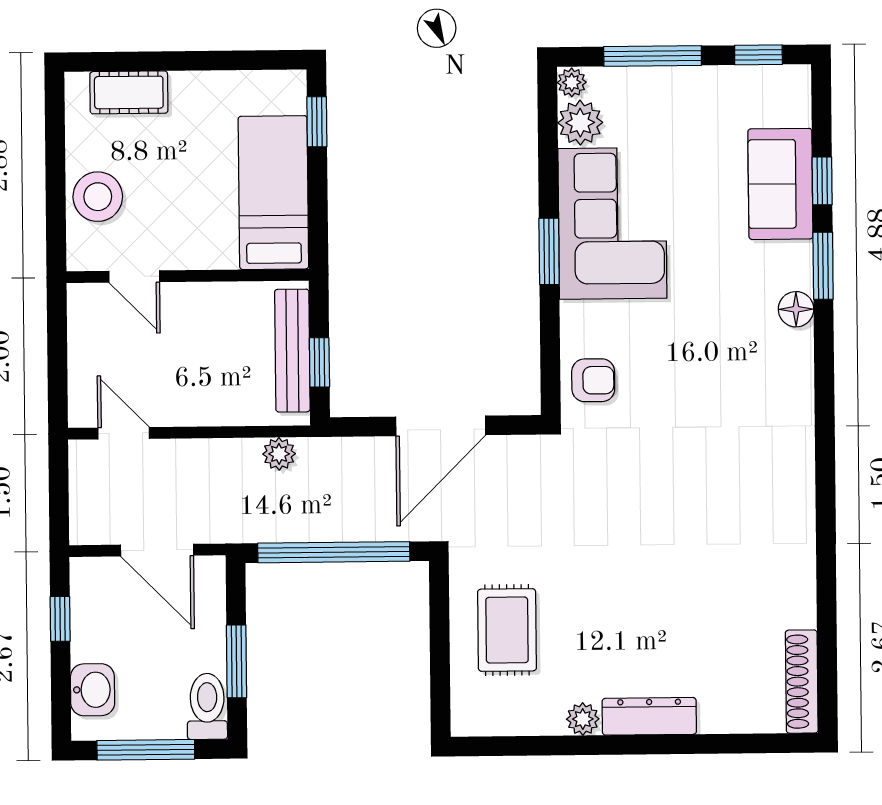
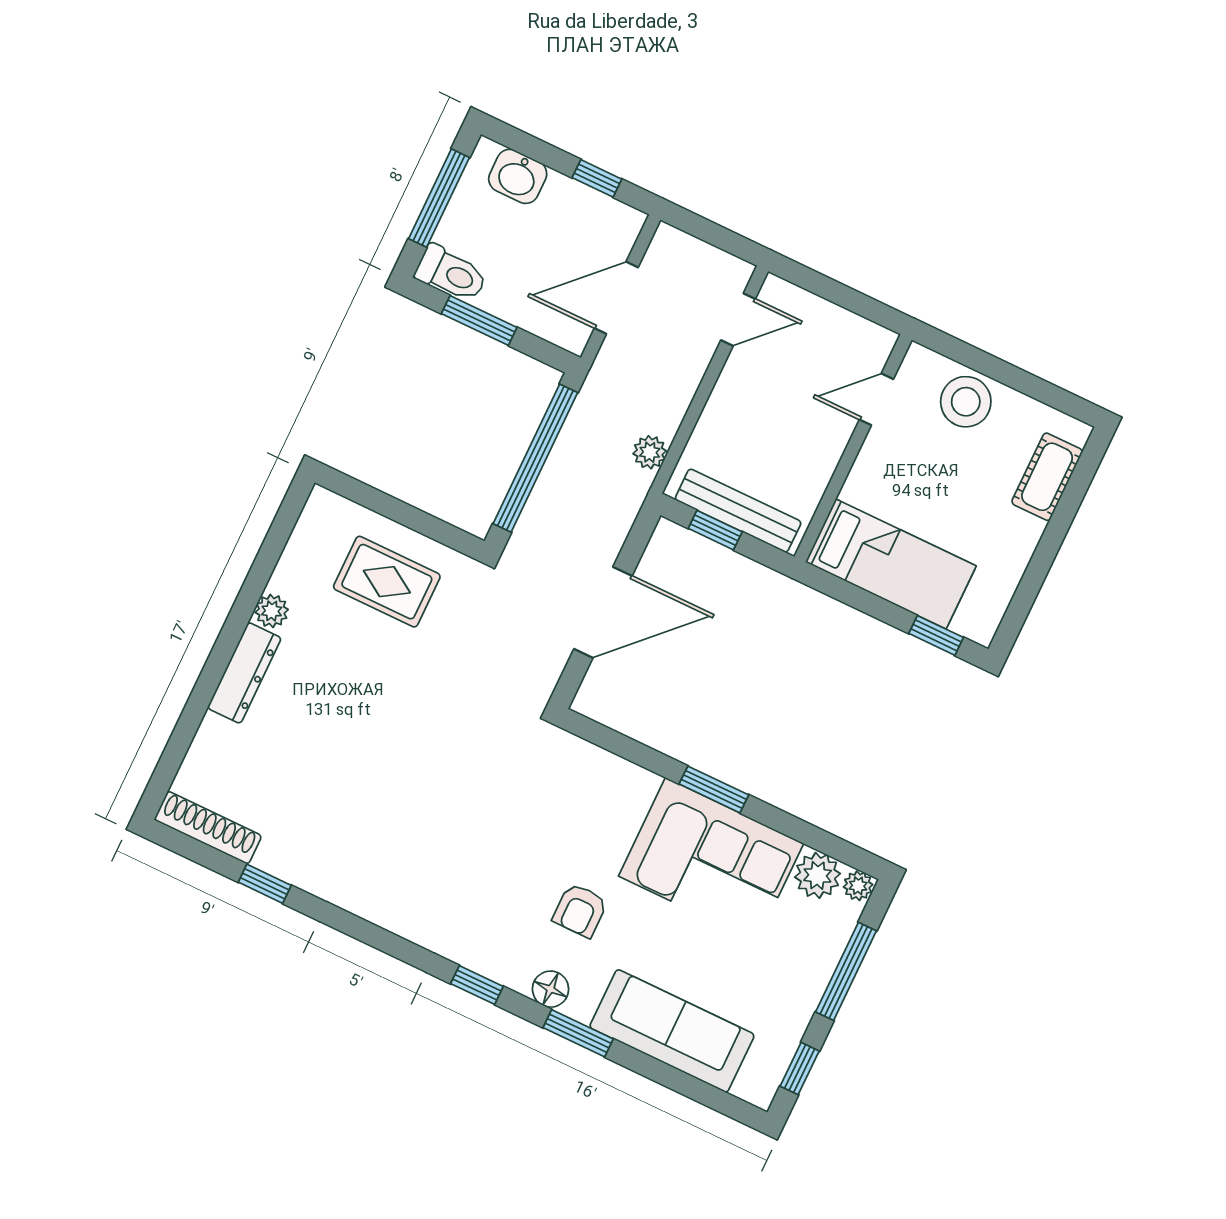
window: (822, 181) -> (477, 985), moved
sofa: (780, 184) -> (672, 1031), width x1.36
armchair: (593, 380) -> (580, 910), moved
door: (441, 426) -> (603, 612), swing flipped
window: (827, 607) -> (265, 884), added

